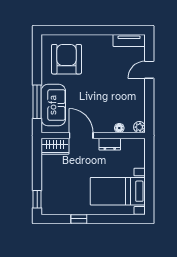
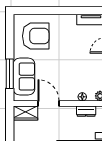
armchair: (66, 59) -> (36, 36), turned 90
dresser: (110, 144) -> (86, 111), moved

